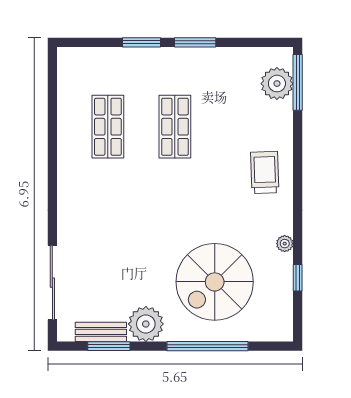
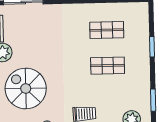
window: (195, 42) -> (153, 100), moved

